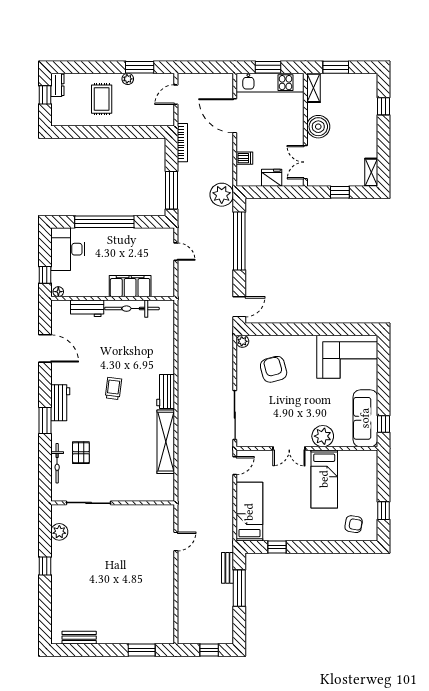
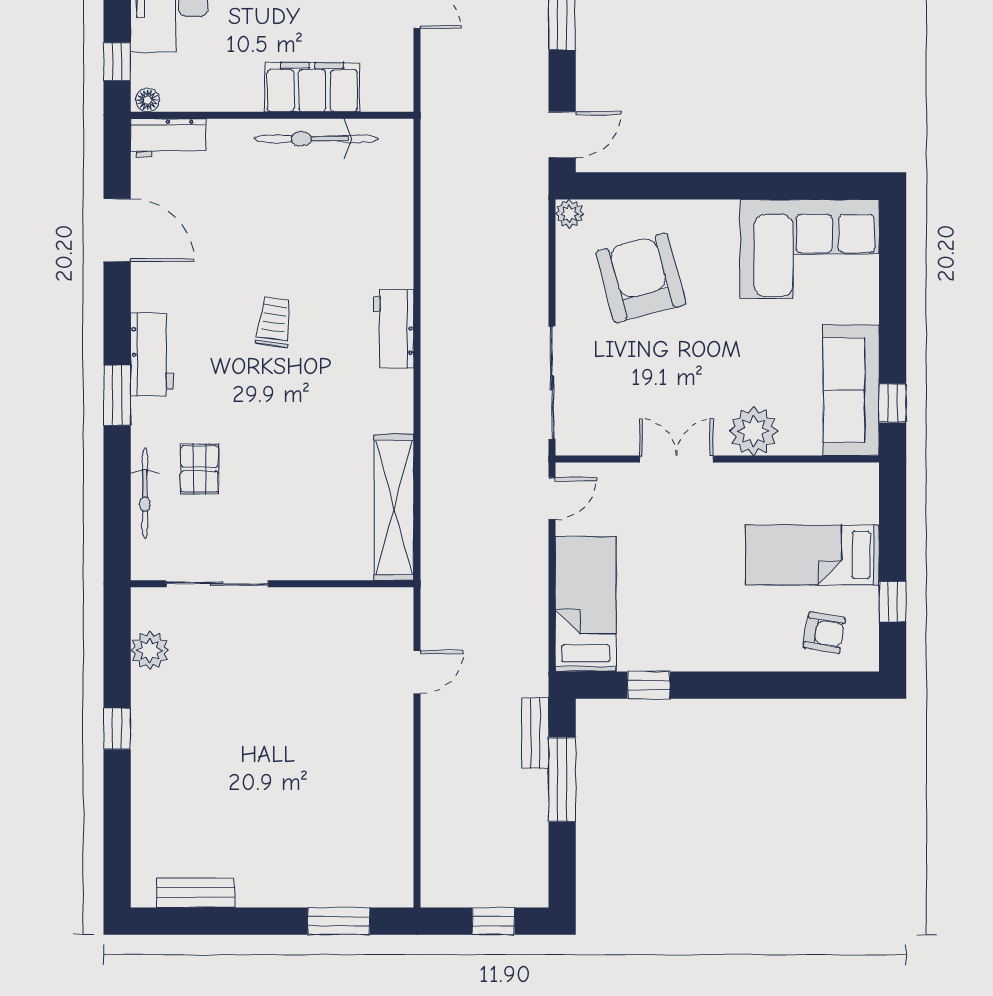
workbench: (87, 308) -> (168, 138), moved
armchair: (274, 369) -> (641, 278), width x1.36, depth x1.36
shelving: (166, 442) -> (394, 507), moved
double door: (289, 448) -> (676, 459), swing flipped
bed: (324, 479) -> (812, 555), moved, turned 90

